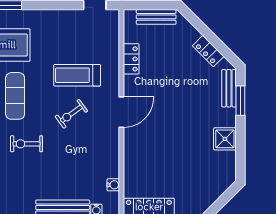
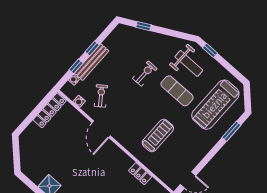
door: (121, 112) -> (101, 129), moved
exercise bike: (71, 114) -> (101, 96), moved

